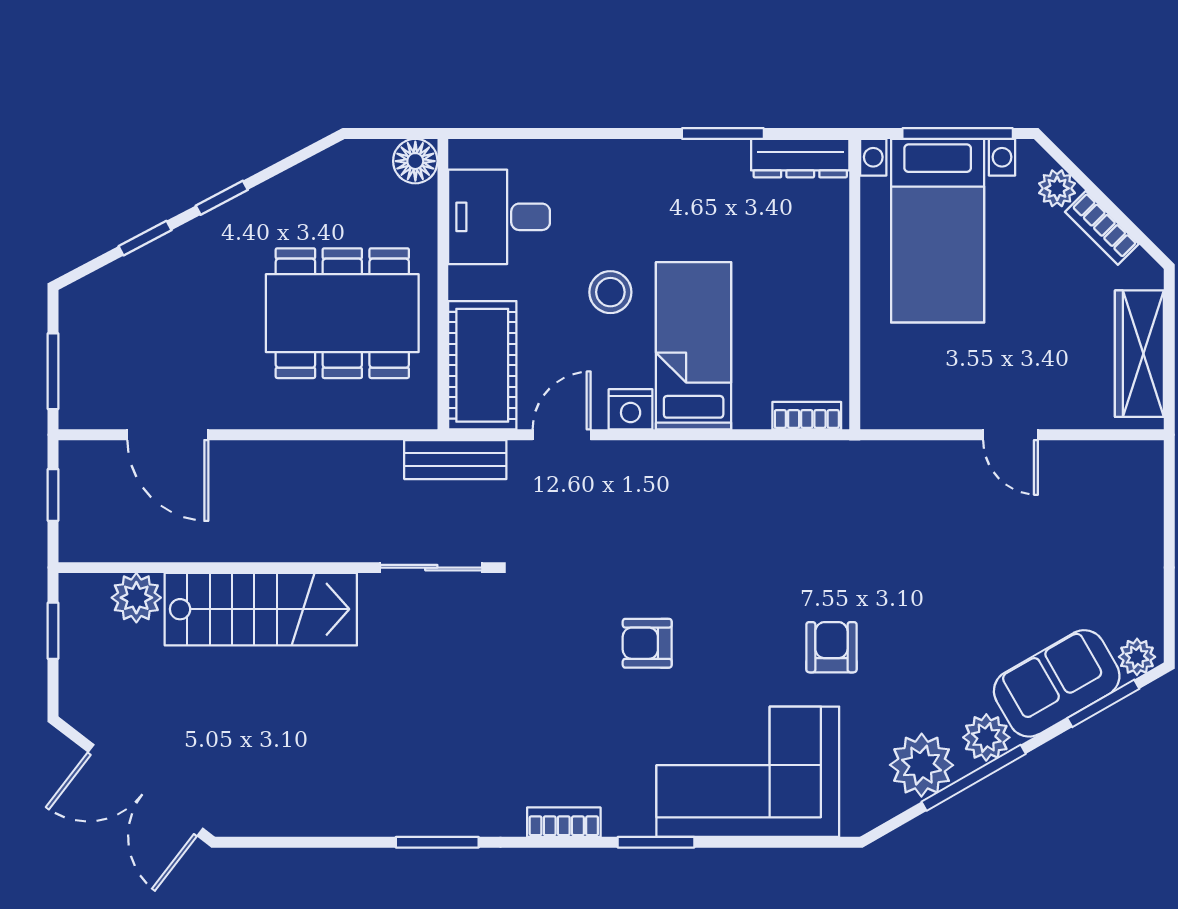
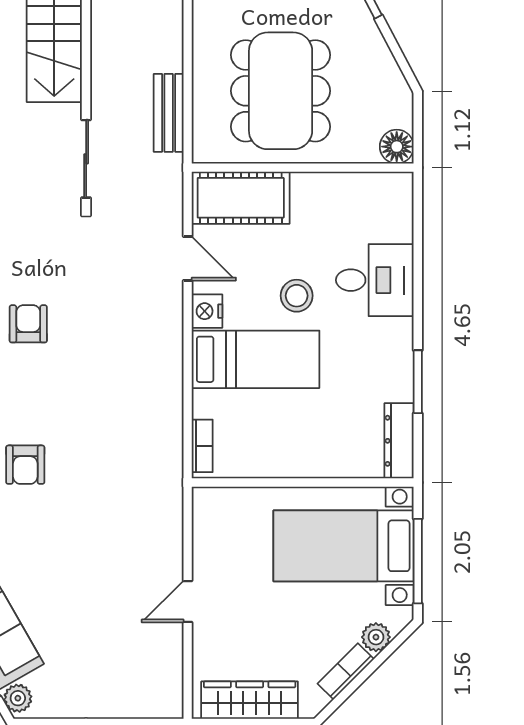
desk: (499, 217) -> (375, 280), moved, turned 90
bench: (455, 460) -> (169, 113), moved
armchair: (831, 647) -> (25, 465), turned 90

